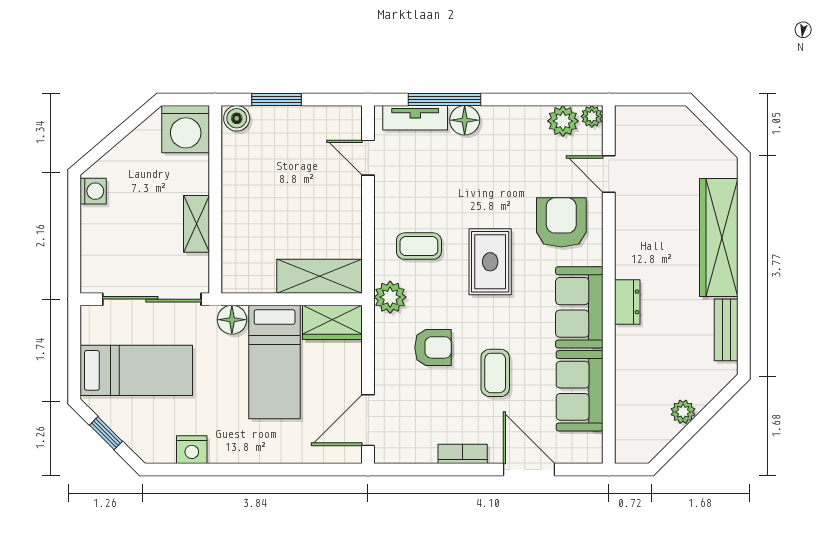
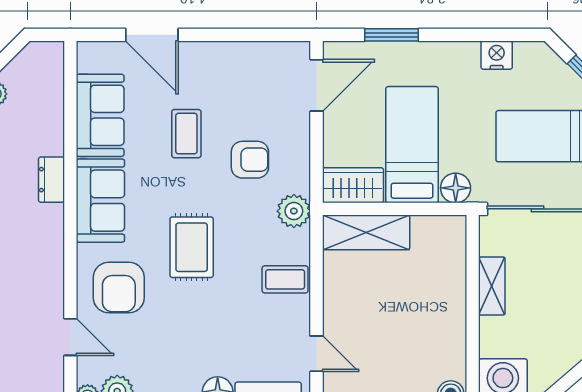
coffee table: (419, 246) -> (285, 279), moved
dresser: (627, 302) -> (51, 180), moved
armchair: (433, 347) -> (250, 160), turned 180
bookcase: (463, 454) -> (220, 51), removed
window: (295, 470) -> (392, 35), added

